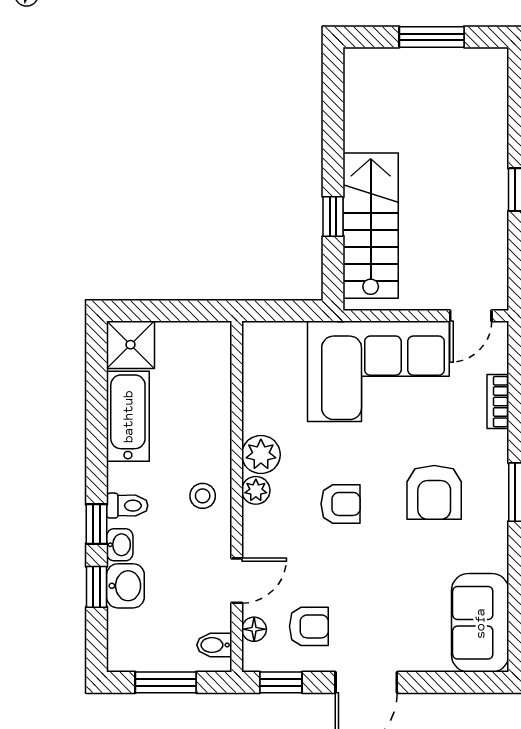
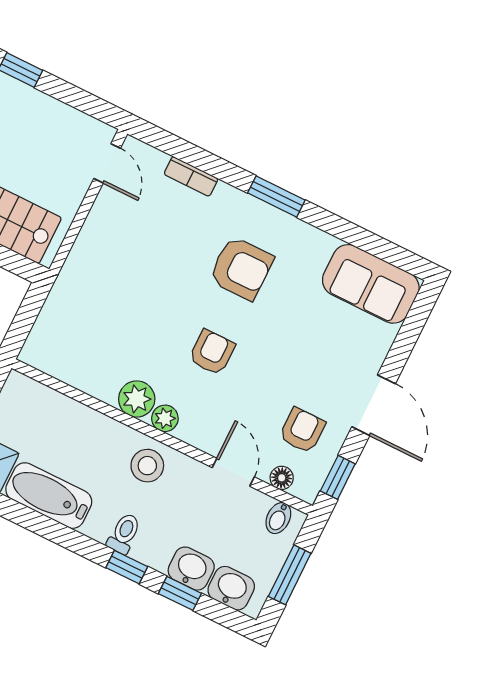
corner sofa: (378, 371) -> (115, 265), removed
stool: (203, 496) -> (147, 466), width x1.37, depth x1.37
washbasin: (120, 545) -> (231, 588), moved, width x1.38, depth x1.45

